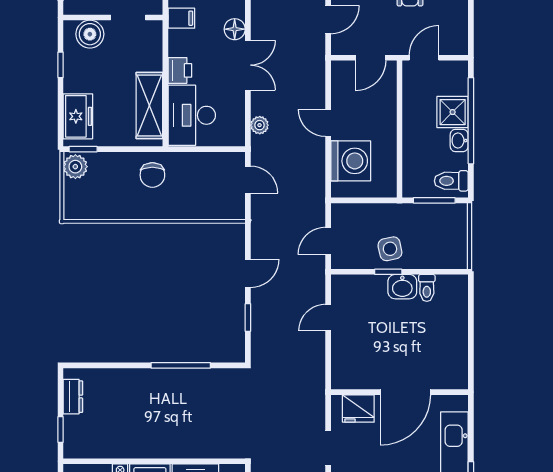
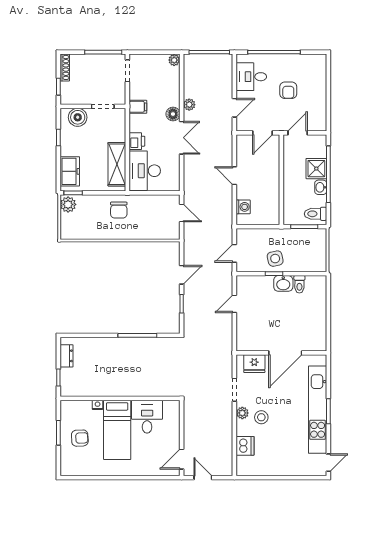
plant: (260, 125) -> (189, 105), moved
washing machine: (351, 161) -> (243, 207), width x0.53, depth x0.53

